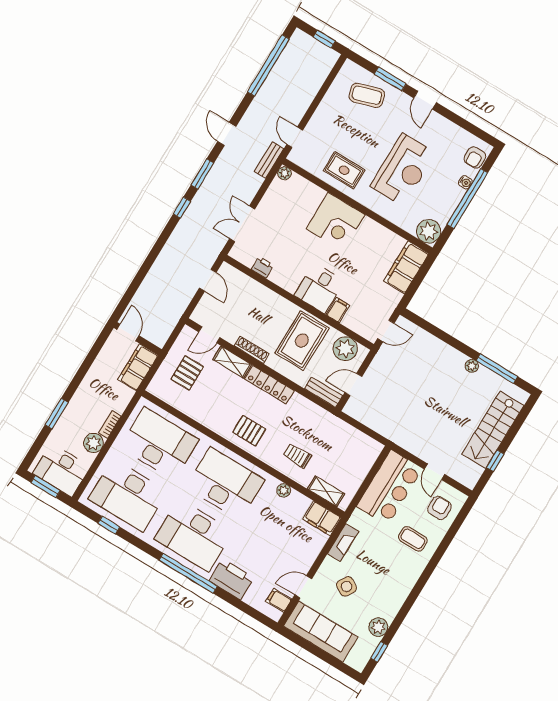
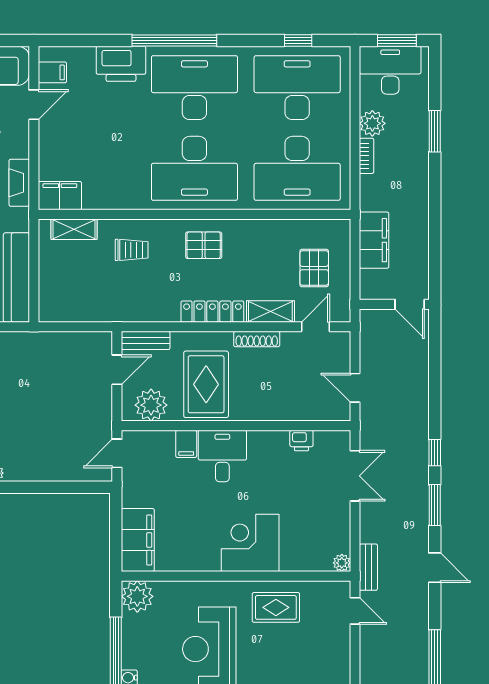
door: (128, 333) -> (410, 304), moved
wall: (138, 339) -> (394, 304), moved
plant: (284, 490) -> (123, 201), removed

